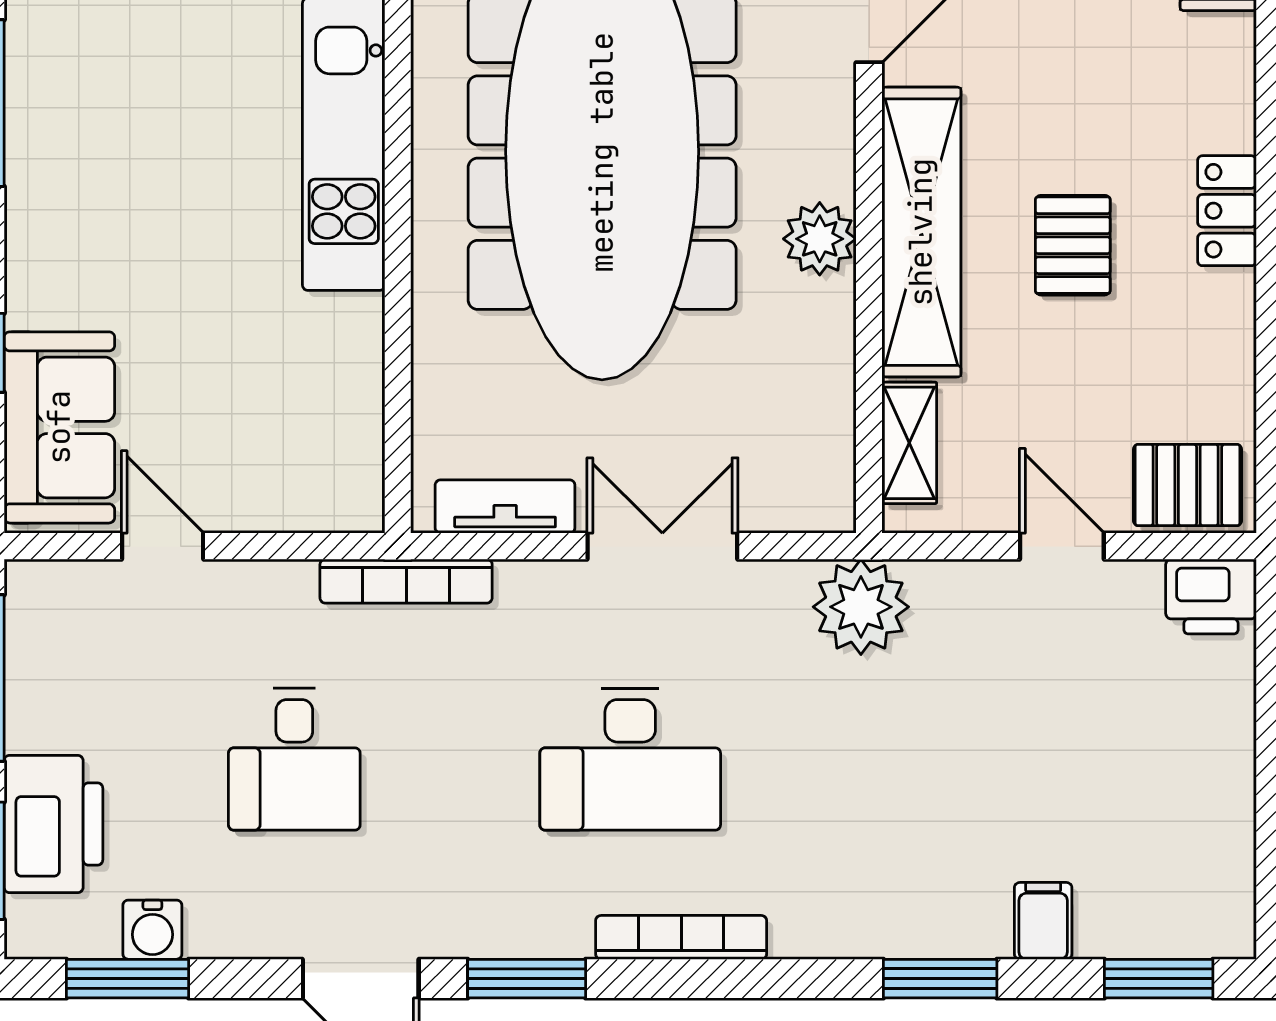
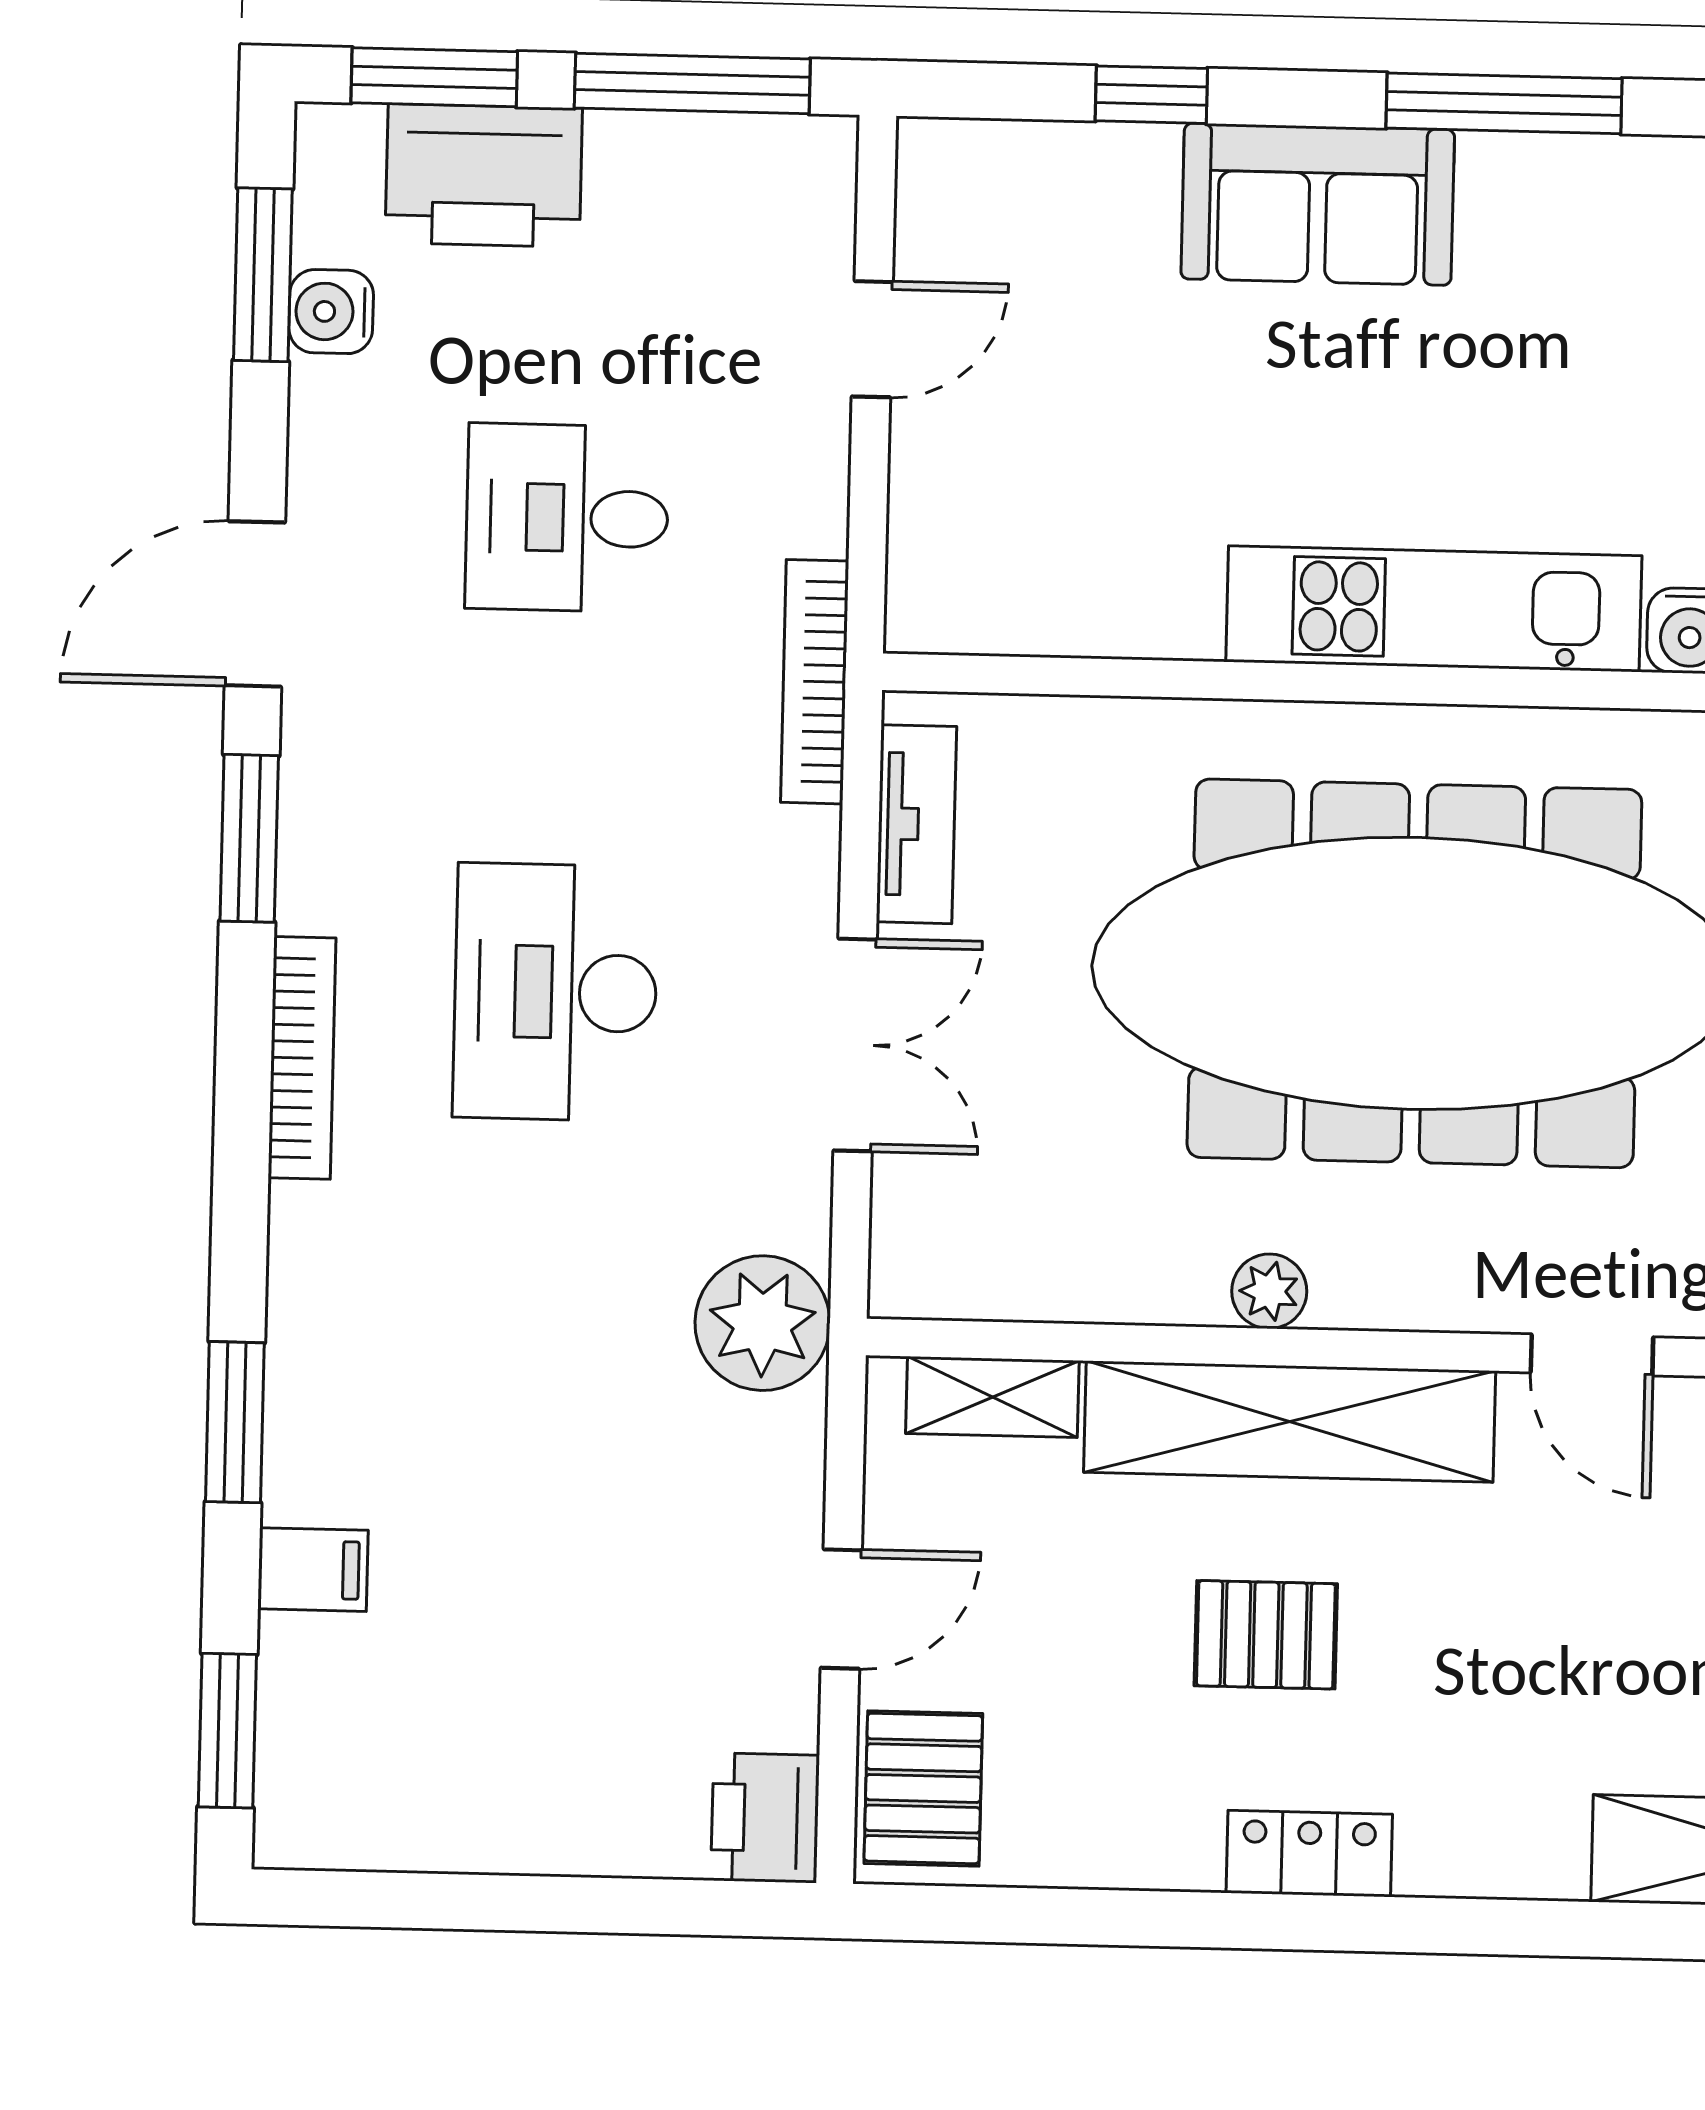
plant: (820, 239) -> (1269, 1291), width x0.73, depth x0.73
sofa: (59, 427) -> (1318, 204), moved

